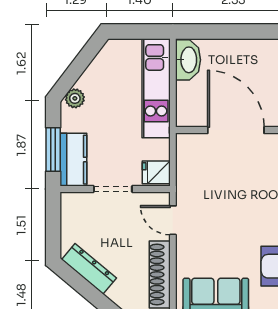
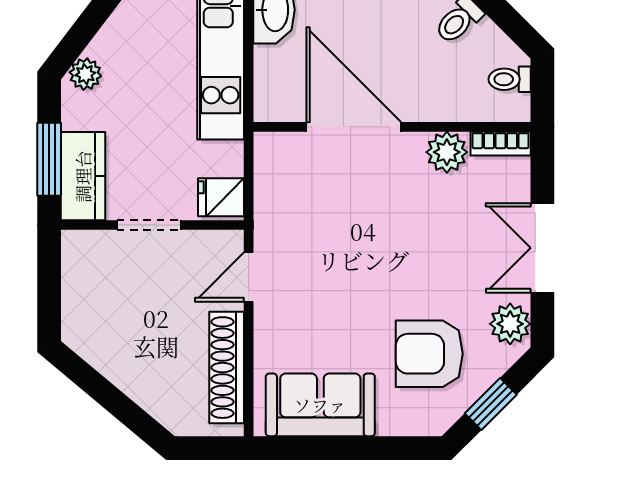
door: (173, 220) -> (249, 277), hinge flipped
dresser: (89, 269) -> (109, 358), removed

